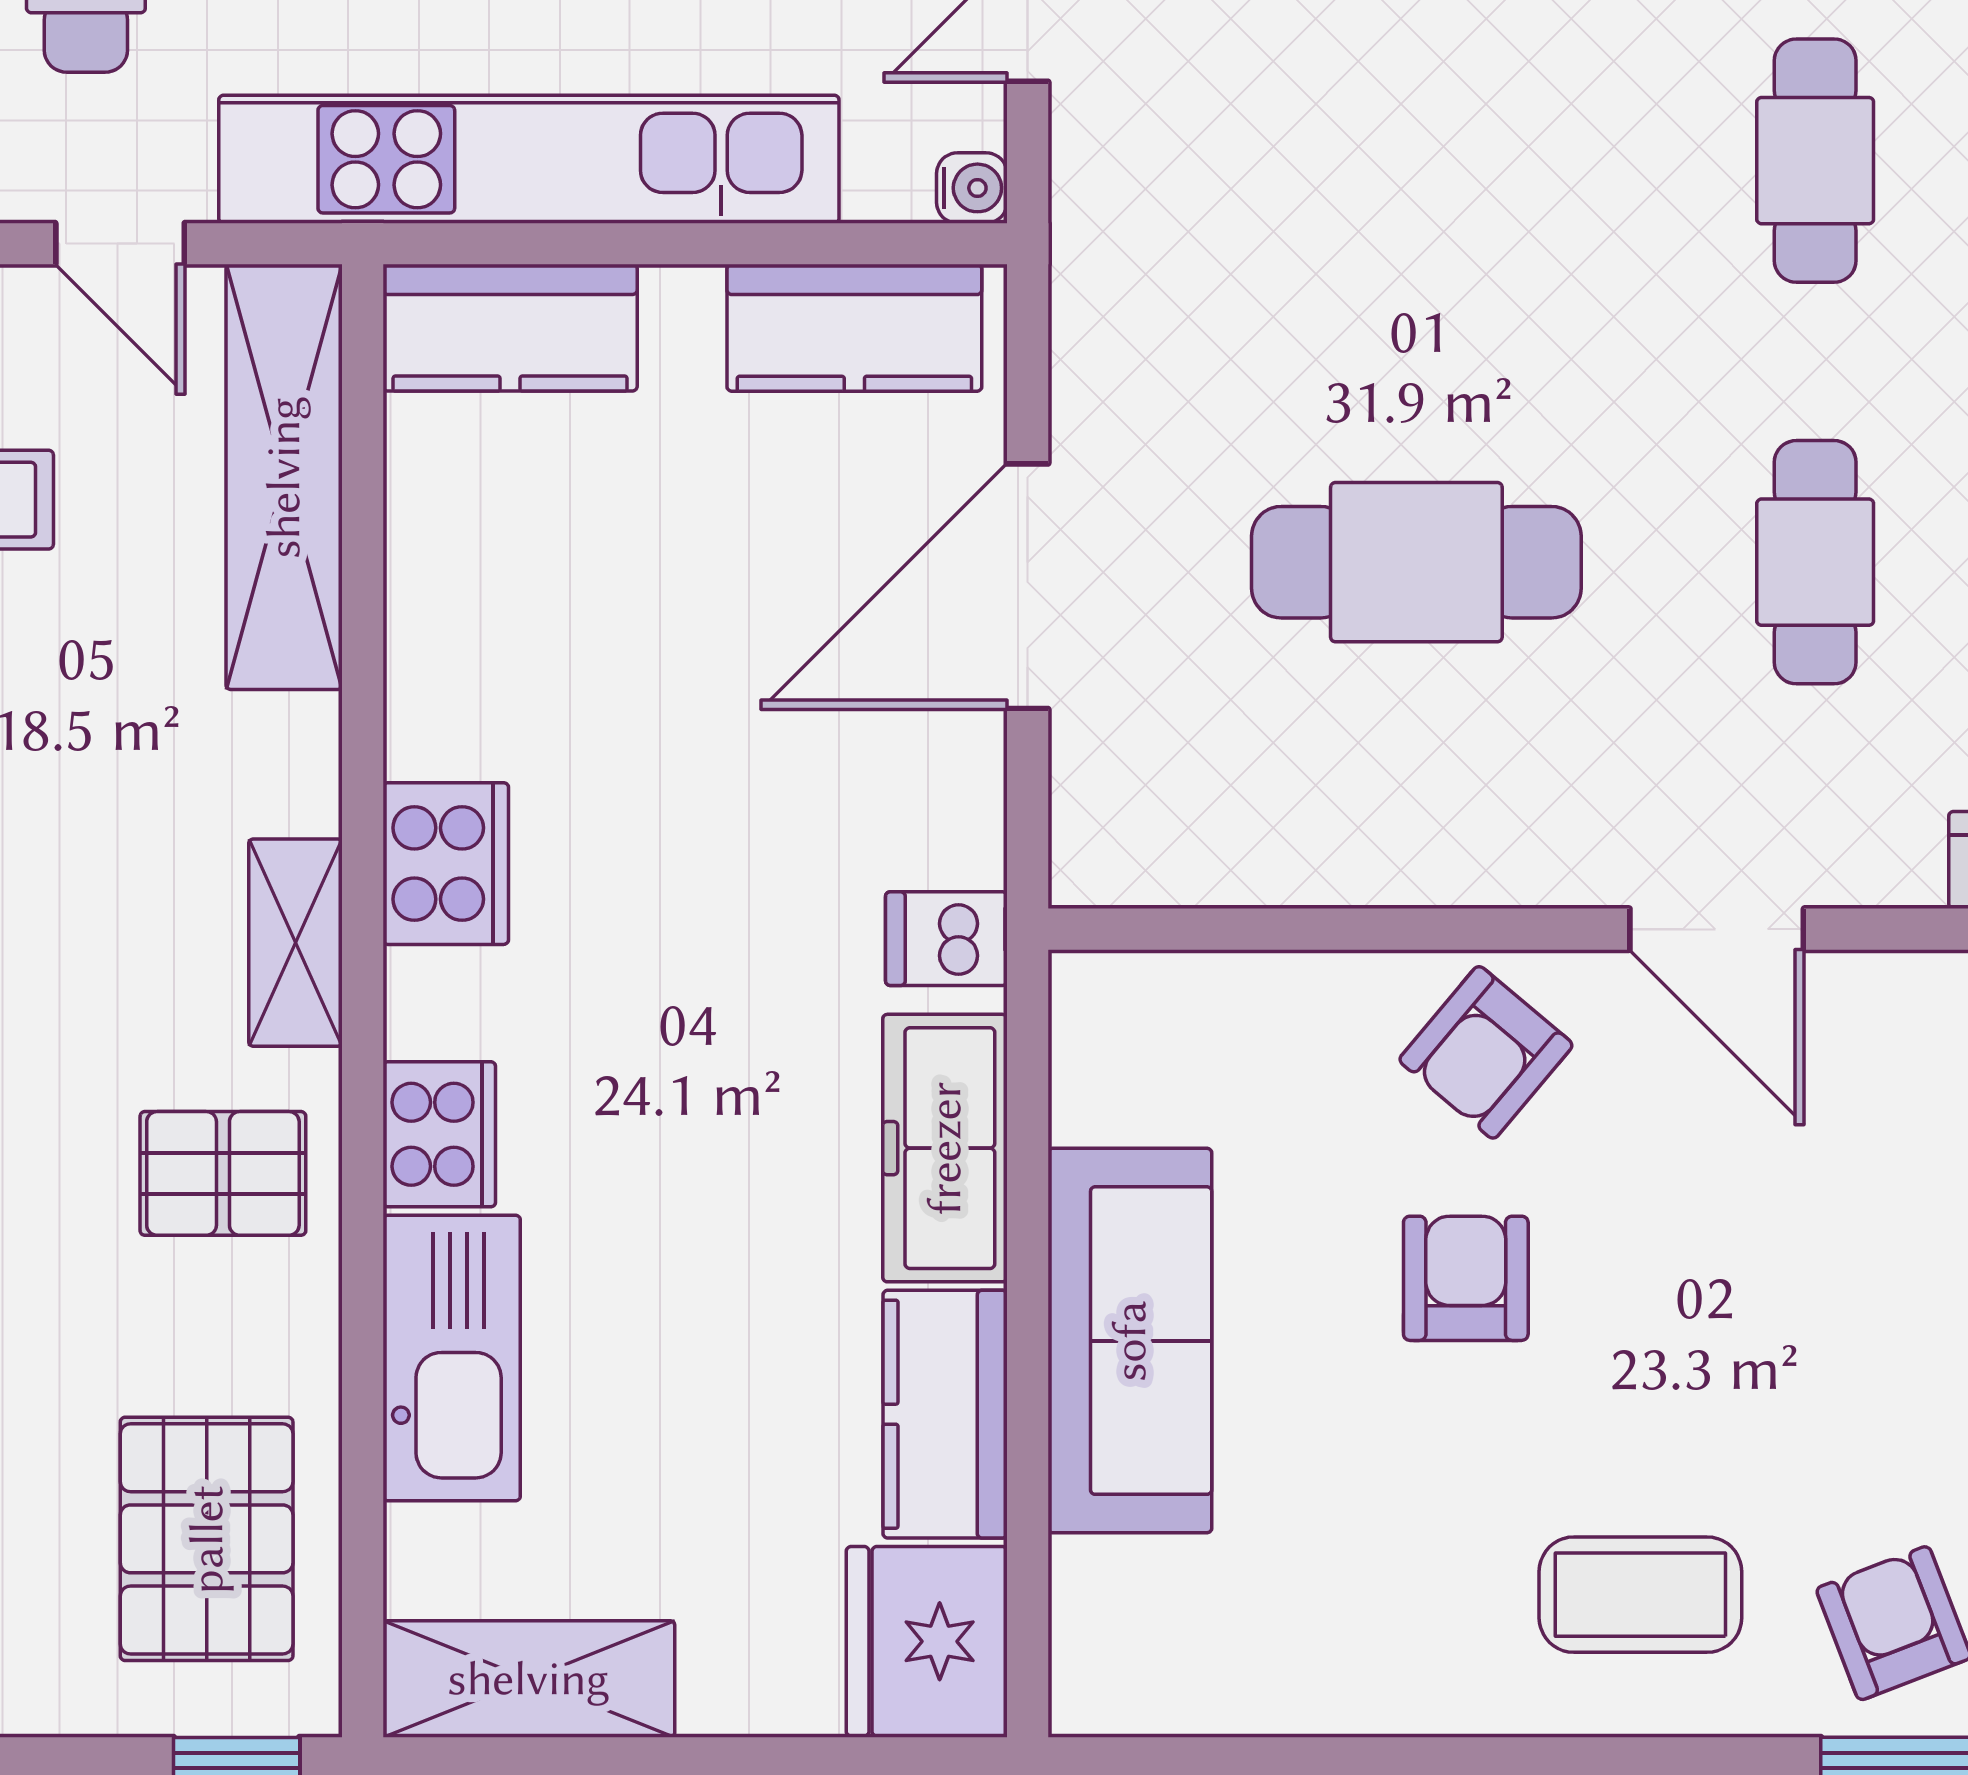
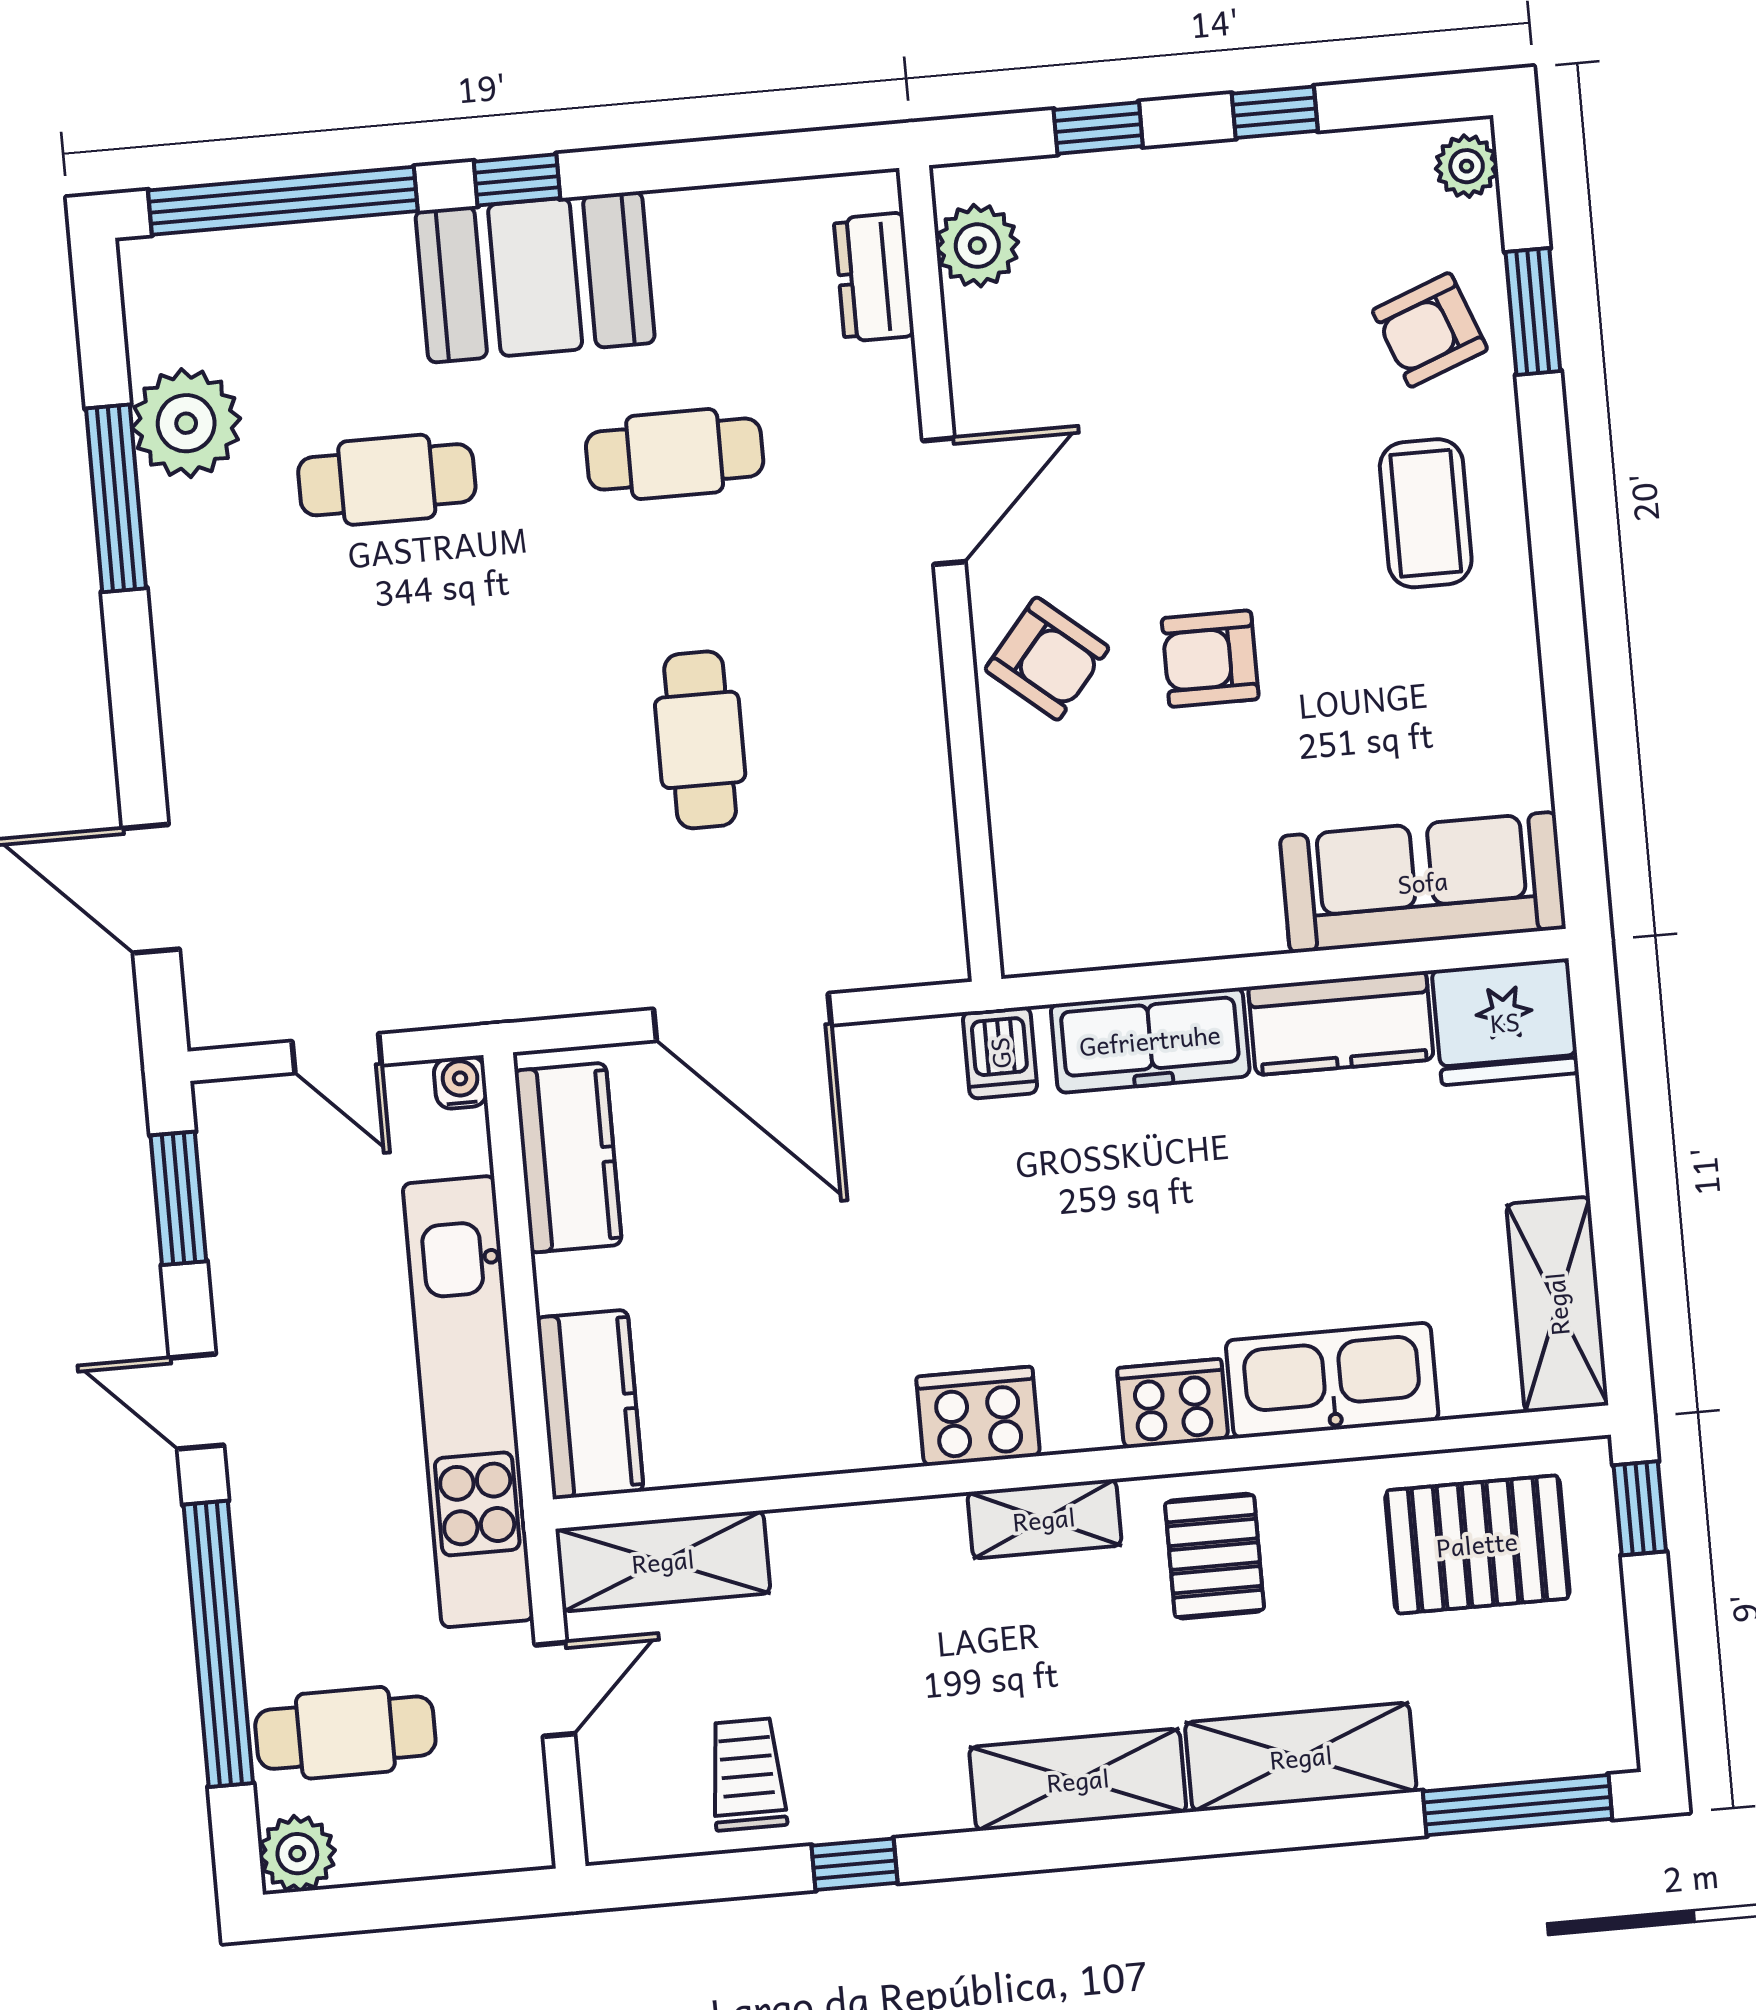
shelving: (284, 477) -> (663, 1561), width x0.68
cafe table: (1416, 562) -> (700, 740), width x0.73, depth x0.74
sofa: (1130, 1341) -> (1423, 882), moved

